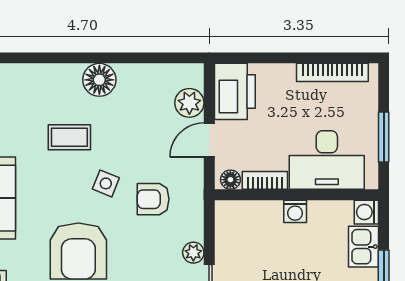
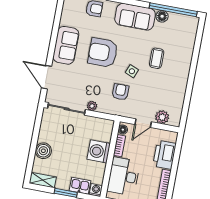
floor lamp: (99, 80) -> (181, 77), removed
printer: (235, 91) -> (164, 155), moved, turned 90
door: (209, 140) -> (143, 123), swing flipped
washing machine: (295, 211) -> (99, 151), width x1.89, depth x1.89

